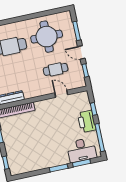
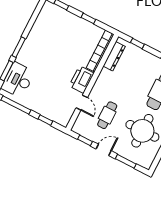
door: (61, 94) -> (82, 103), hinge flipped
printer: (87, 121) -> (82, 80), moved, turned -90

